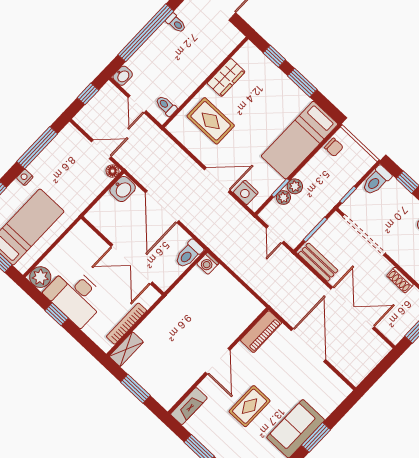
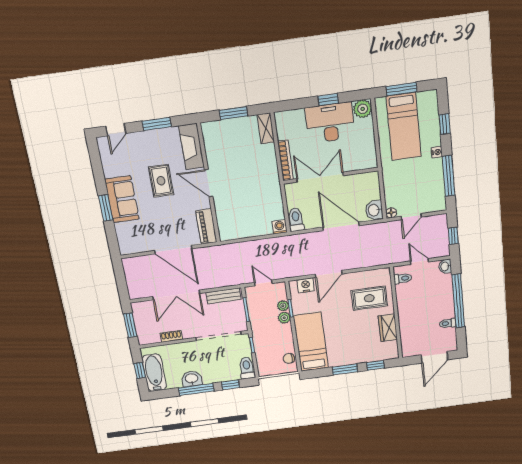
bookcase: (127, 324) -> (286, 160), moved
fireplace: (189, 406) -> (191, 147), width x1.37, depth x1.32

